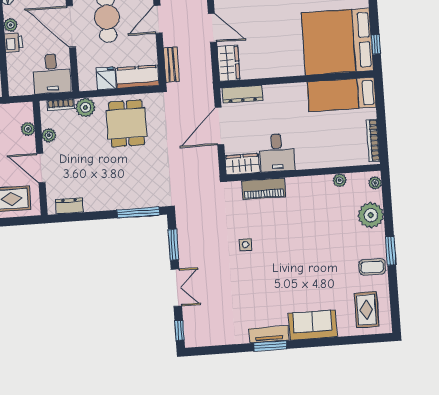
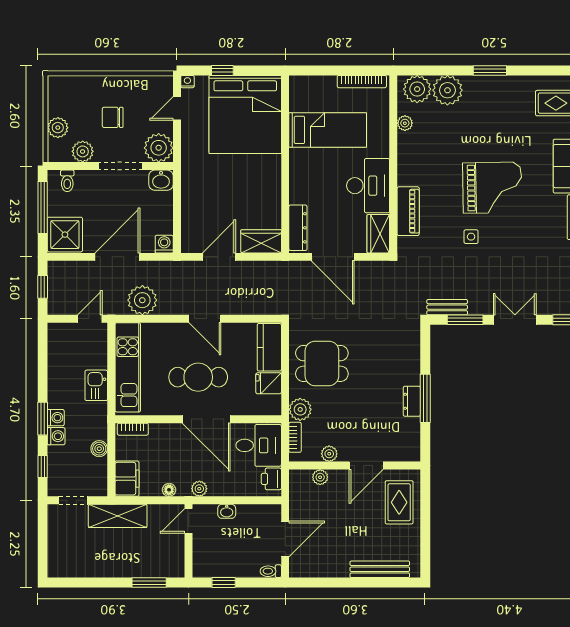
door: (71, 27) -> (206, 419), hinge flipped
printer: (14, 42) -> (271, 479), moved, turned -90
window: (376, 44) -> (222, 70), moved
bench: (171, 65) -> (447, 307), moved
bed: (342, 94) -> (328, 130), moved, turned -90
desk: (277, 153) -> (368, 186), width x1.37
plant: (375, 183) -> (417, 89), width x1.88, depth x1.88
dresser: (69, 206) -> (412, 401), moved
window: (138, 212) -> (425, 398), moved
grand piano: (289, 260) -> (492, 188), added
coffee table: (372, 267) -> (507, 93), removed

